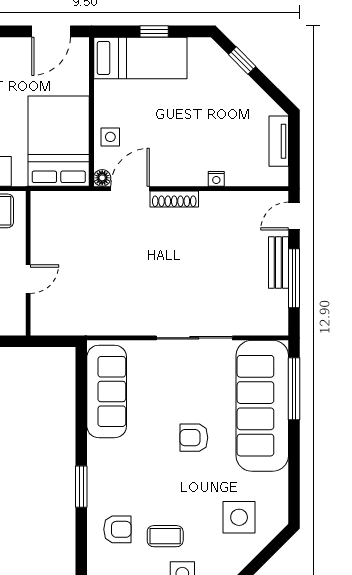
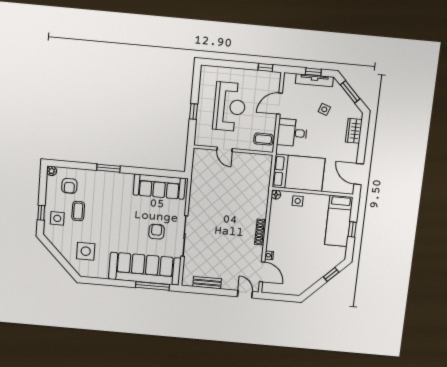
tv unit: (279, 141) -> (286, 290), removed
door: (130, 189) -> (262, 272), moved
bench: (278, 263) -> (207, 283), moved
window: (294, 278) -> (212, 291), removed
armchair: (194, 438) -> (157, 232), moved
armchair: (117, 529) -> (69, 186), moved

